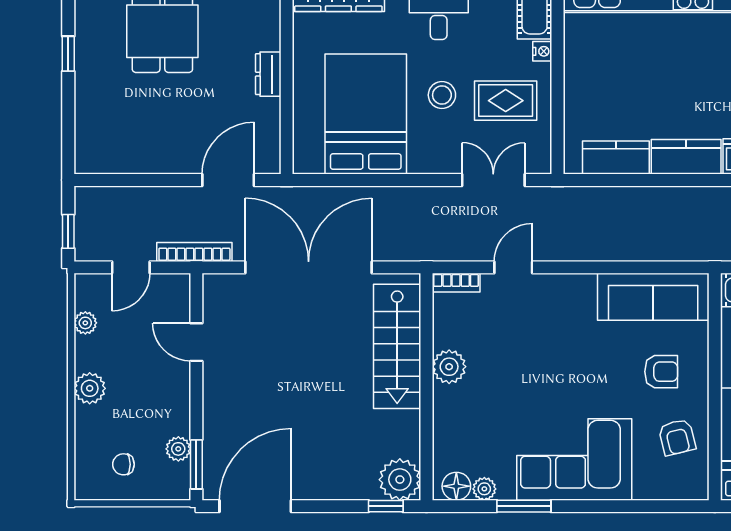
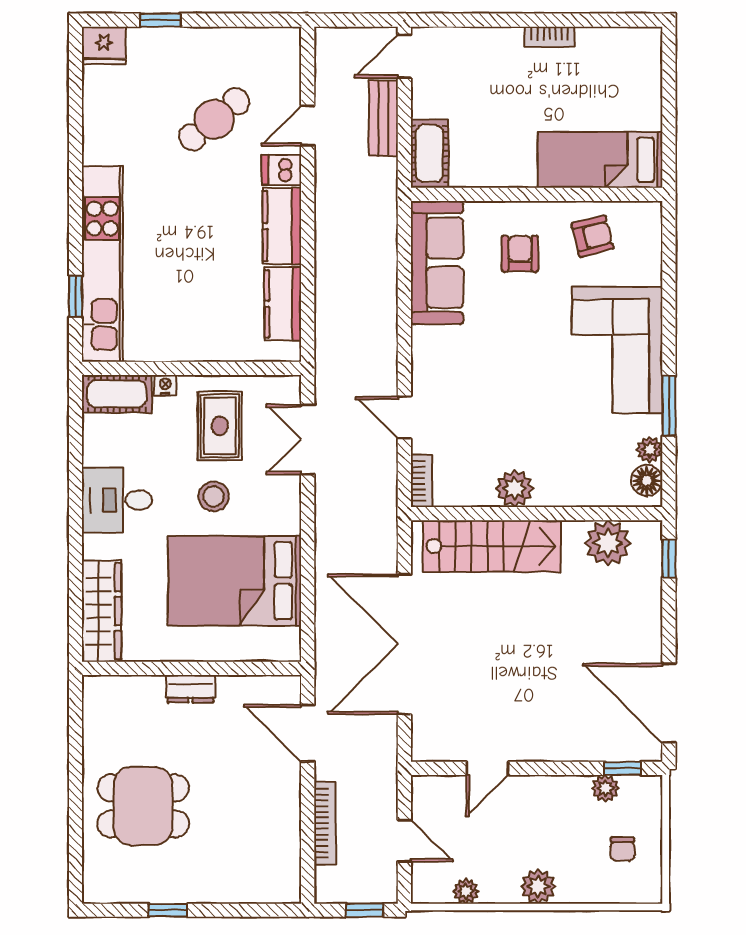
bookcase: (194, 252) -> (325, 823), moved, turned 180
window: (196, 464) -> (623, 768), width x0.67
plant: (400, 480) -> (608, 543), moved

